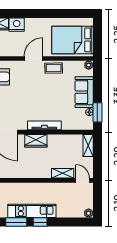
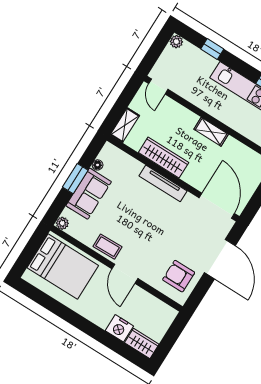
door: (34, 59) -> (125, 274), hinge flipped
window: (97, 112) -> (75, 179), moved
wardrobe: (36, 141) -> (164, 158), moved, width x1.50
shelving: (63, 173) -> (211, 132), moved
window: (40, 222) -> (212, 49), moved

